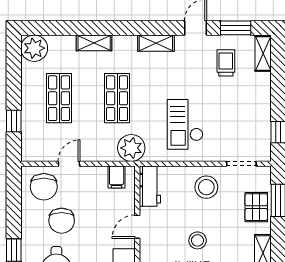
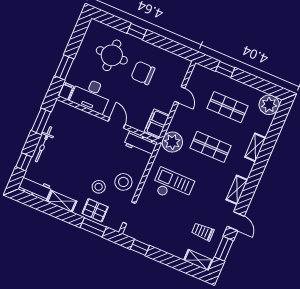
trolley: (226, 63) -> (203, 232), turned 180
filing cabinet: (117, 177) -> (157, 123), width x2.00
chair: (44, 187) -> (171, 71), removed
stool: (198, 240) -> (99, 187), moved

